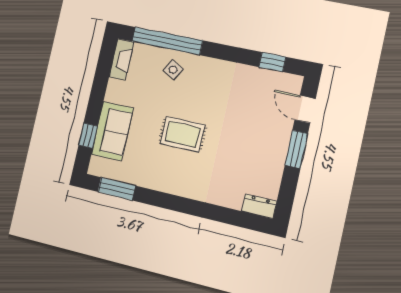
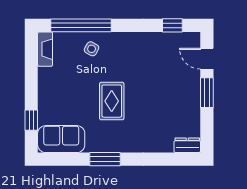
sofa: (112, 131) -> (61, 139), moved, turned -90
rug: (182, 134) -> (112, 101), turned 90
window: (117, 189) -> (105, 159), moved

